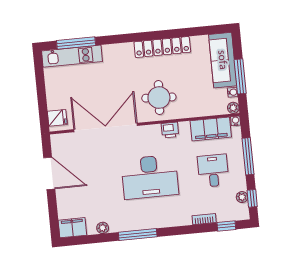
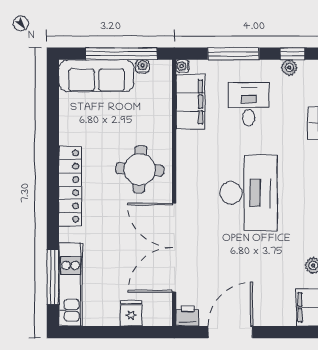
locker: (162, 47) -> (70, 186), moved
window: (240, 76) -> (121, 54), width x1.46
plant: (233, 108) -> (164, 68), removed
fridge: (57, 118) -> (131, 313), moved
printer: (170, 130) -> (187, 316), moved, turned -90
desk: (213, 171) -> (249, 104), turned 90

